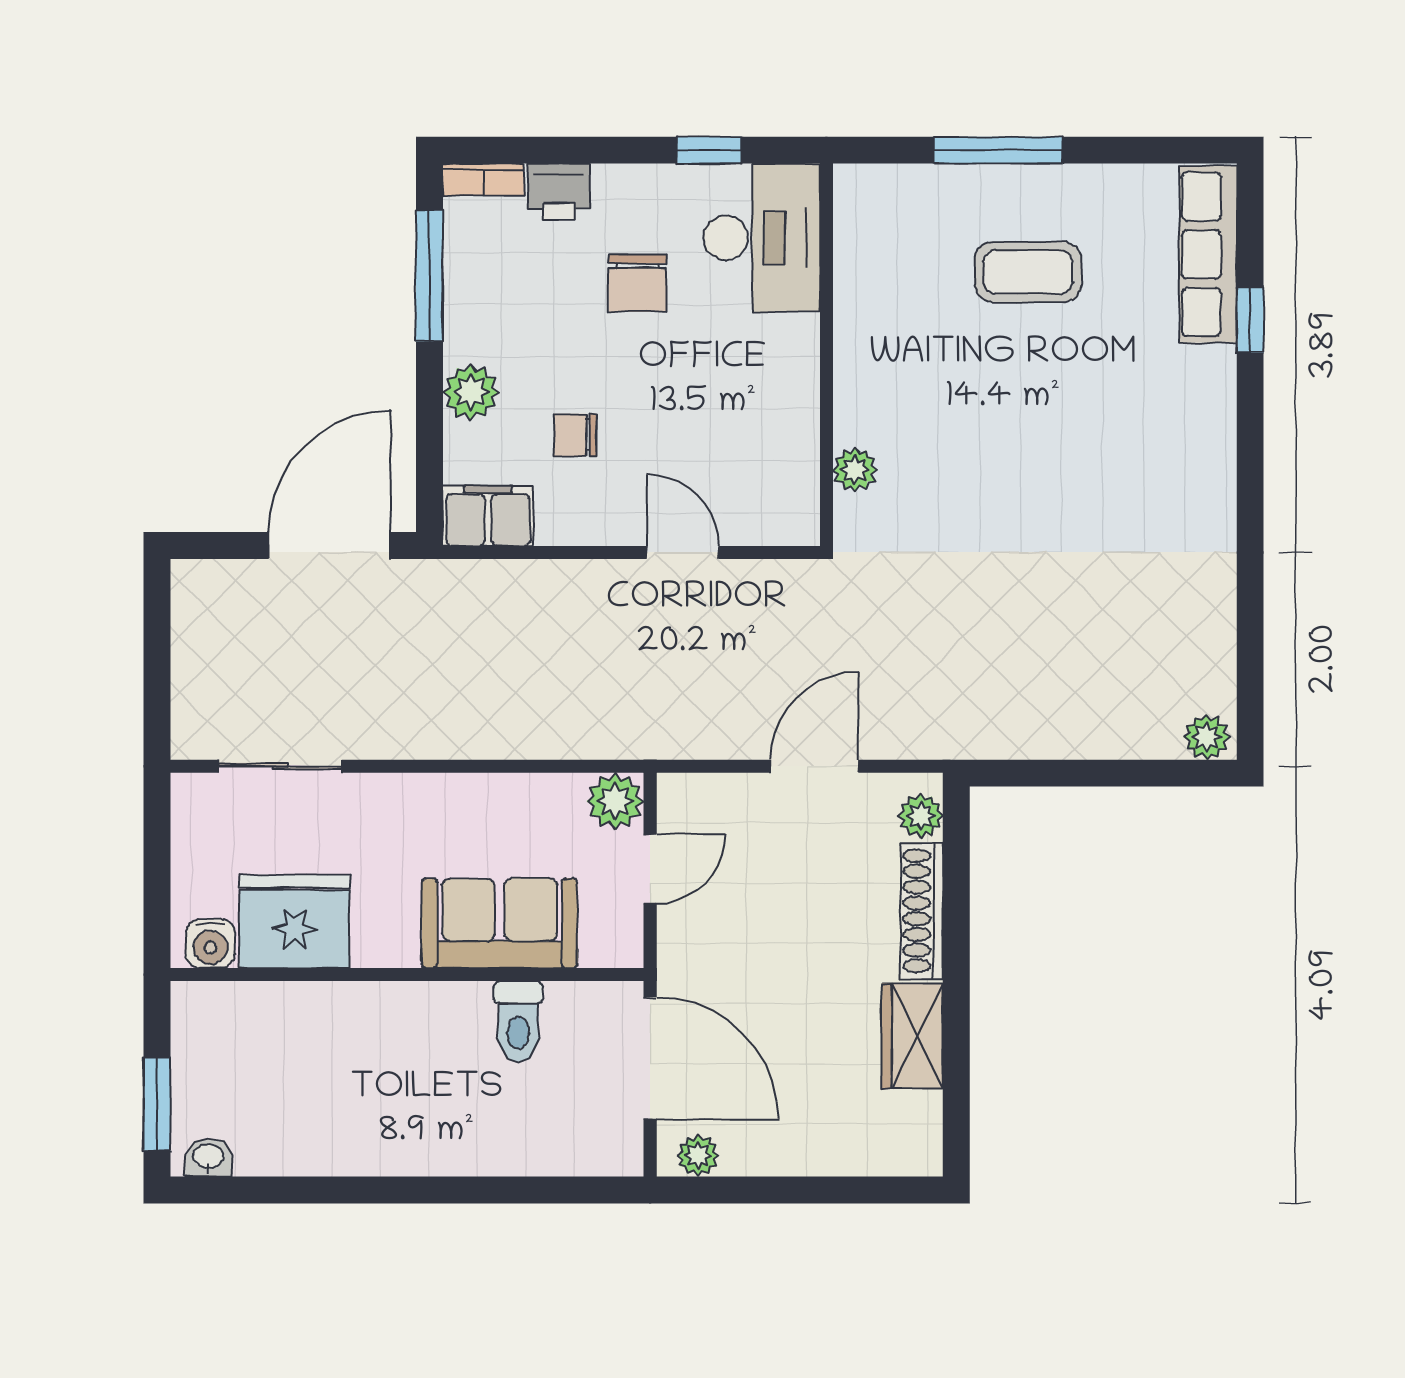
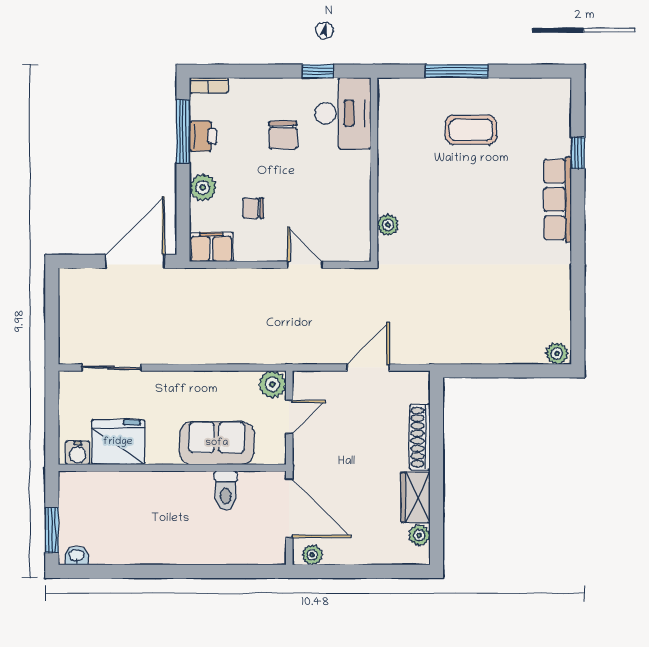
printer: (559, 192) -> (203, 136), moved, turned -90
row of seats: (1208, 254) -> (558, 199), moved
plant: (921, 816) -> (419, 535), moved

